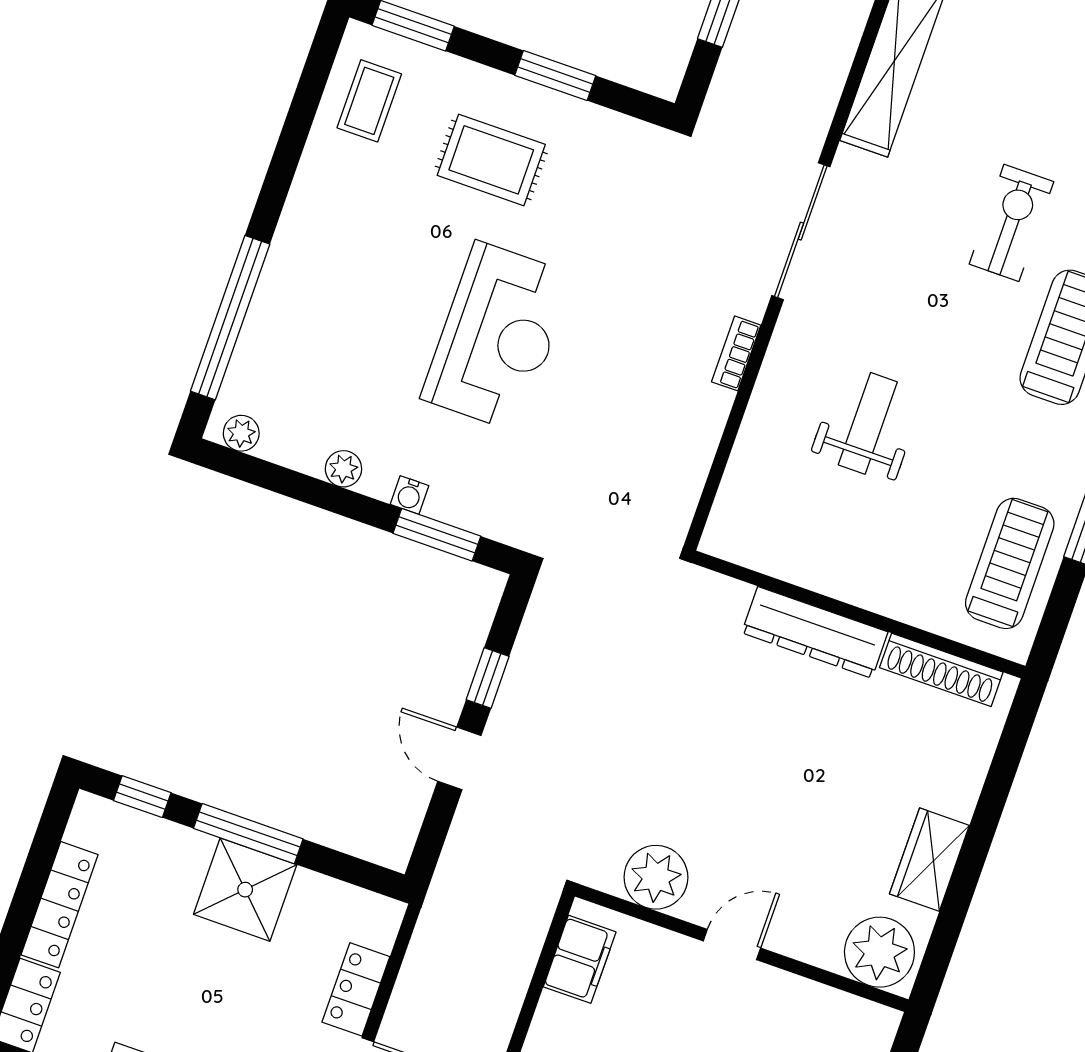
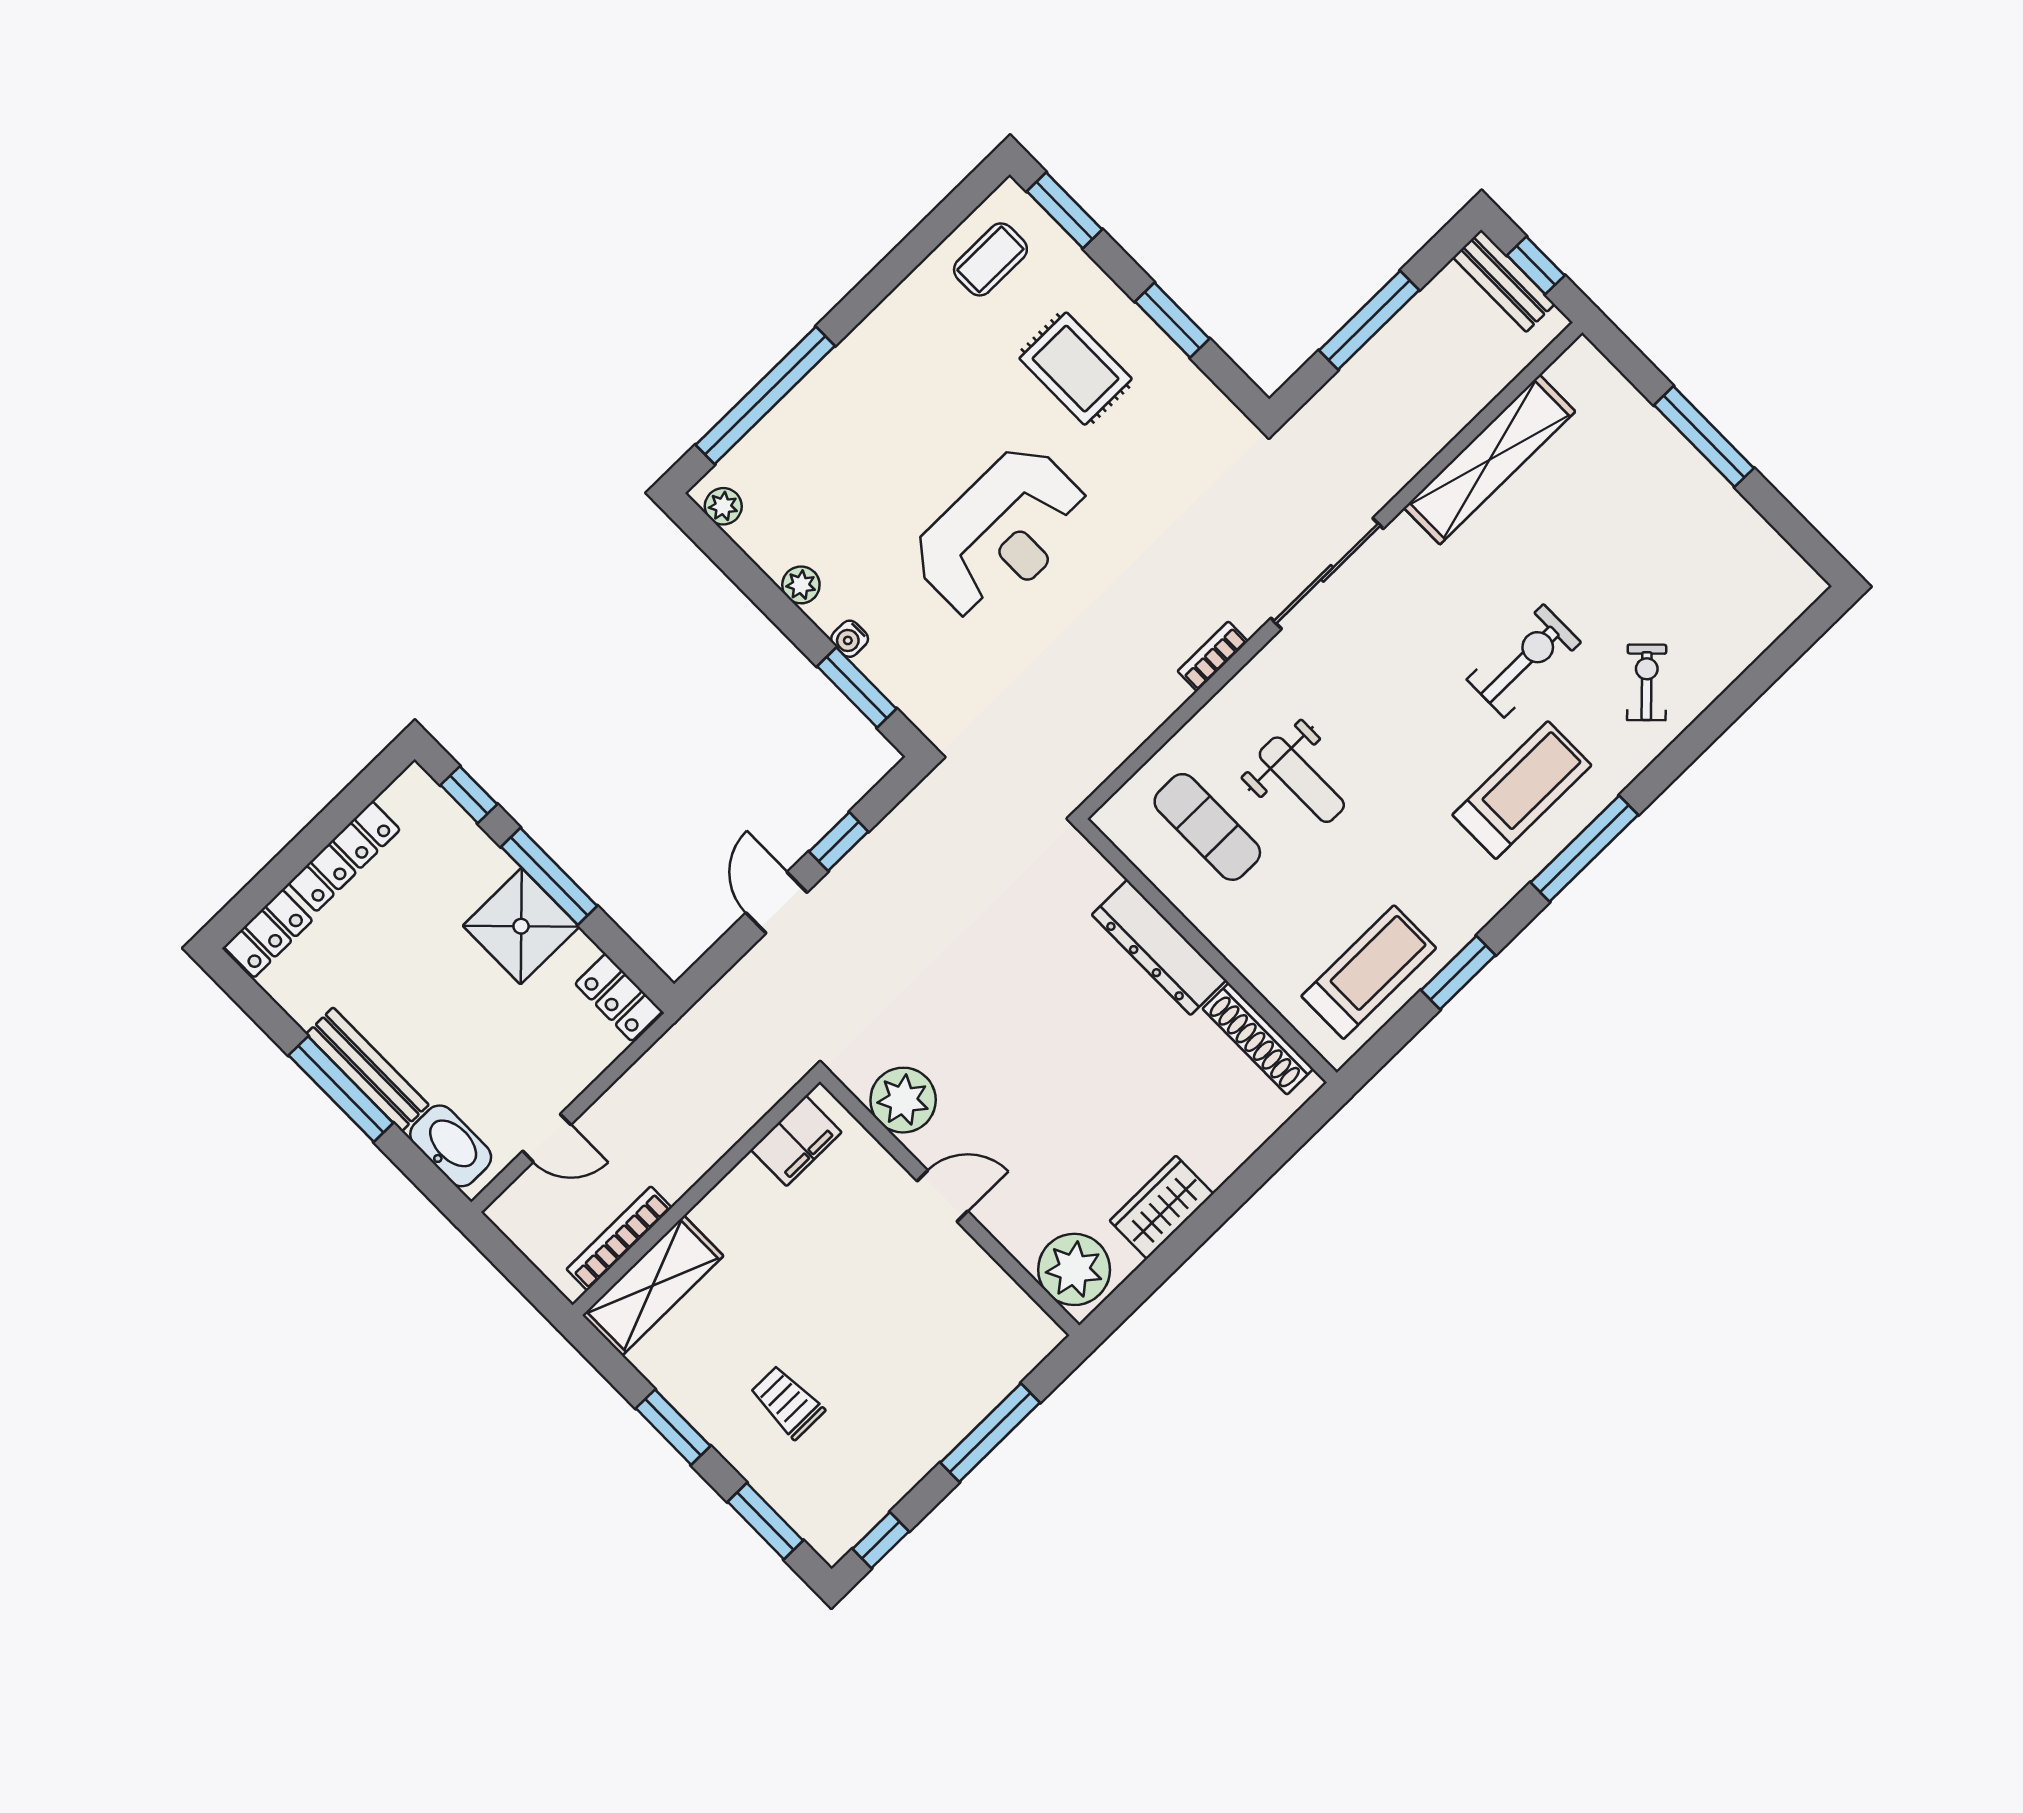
weight bench: (868, 423) -> (1302, 780), turned 90
exercise mat: (805, 506) -> (1207, 827), added
locker: (356, 989) -> (619, 997), moved, turned -90

